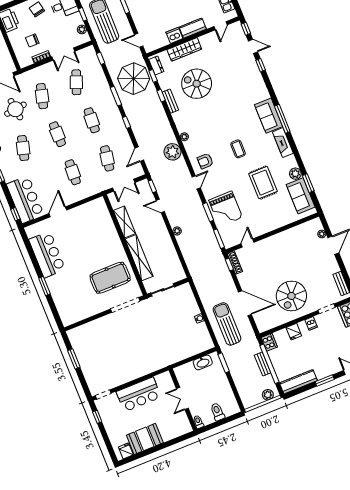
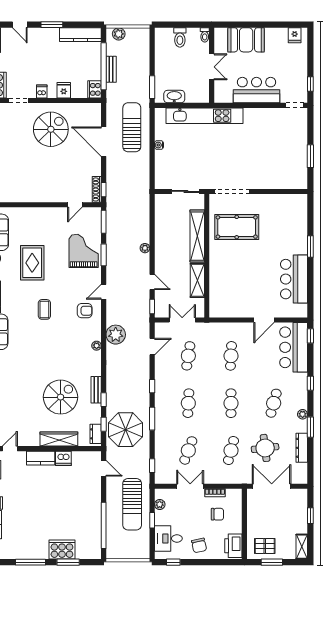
spiral stairs: (197, 84) -> (61, 397), turned -90
sun lounger: (227, 324) -> (132, 127), turned 180
kitchen unit: (172, 357) -> (204, 116), added
booth: (145, 439) -> (246, 40), moved

